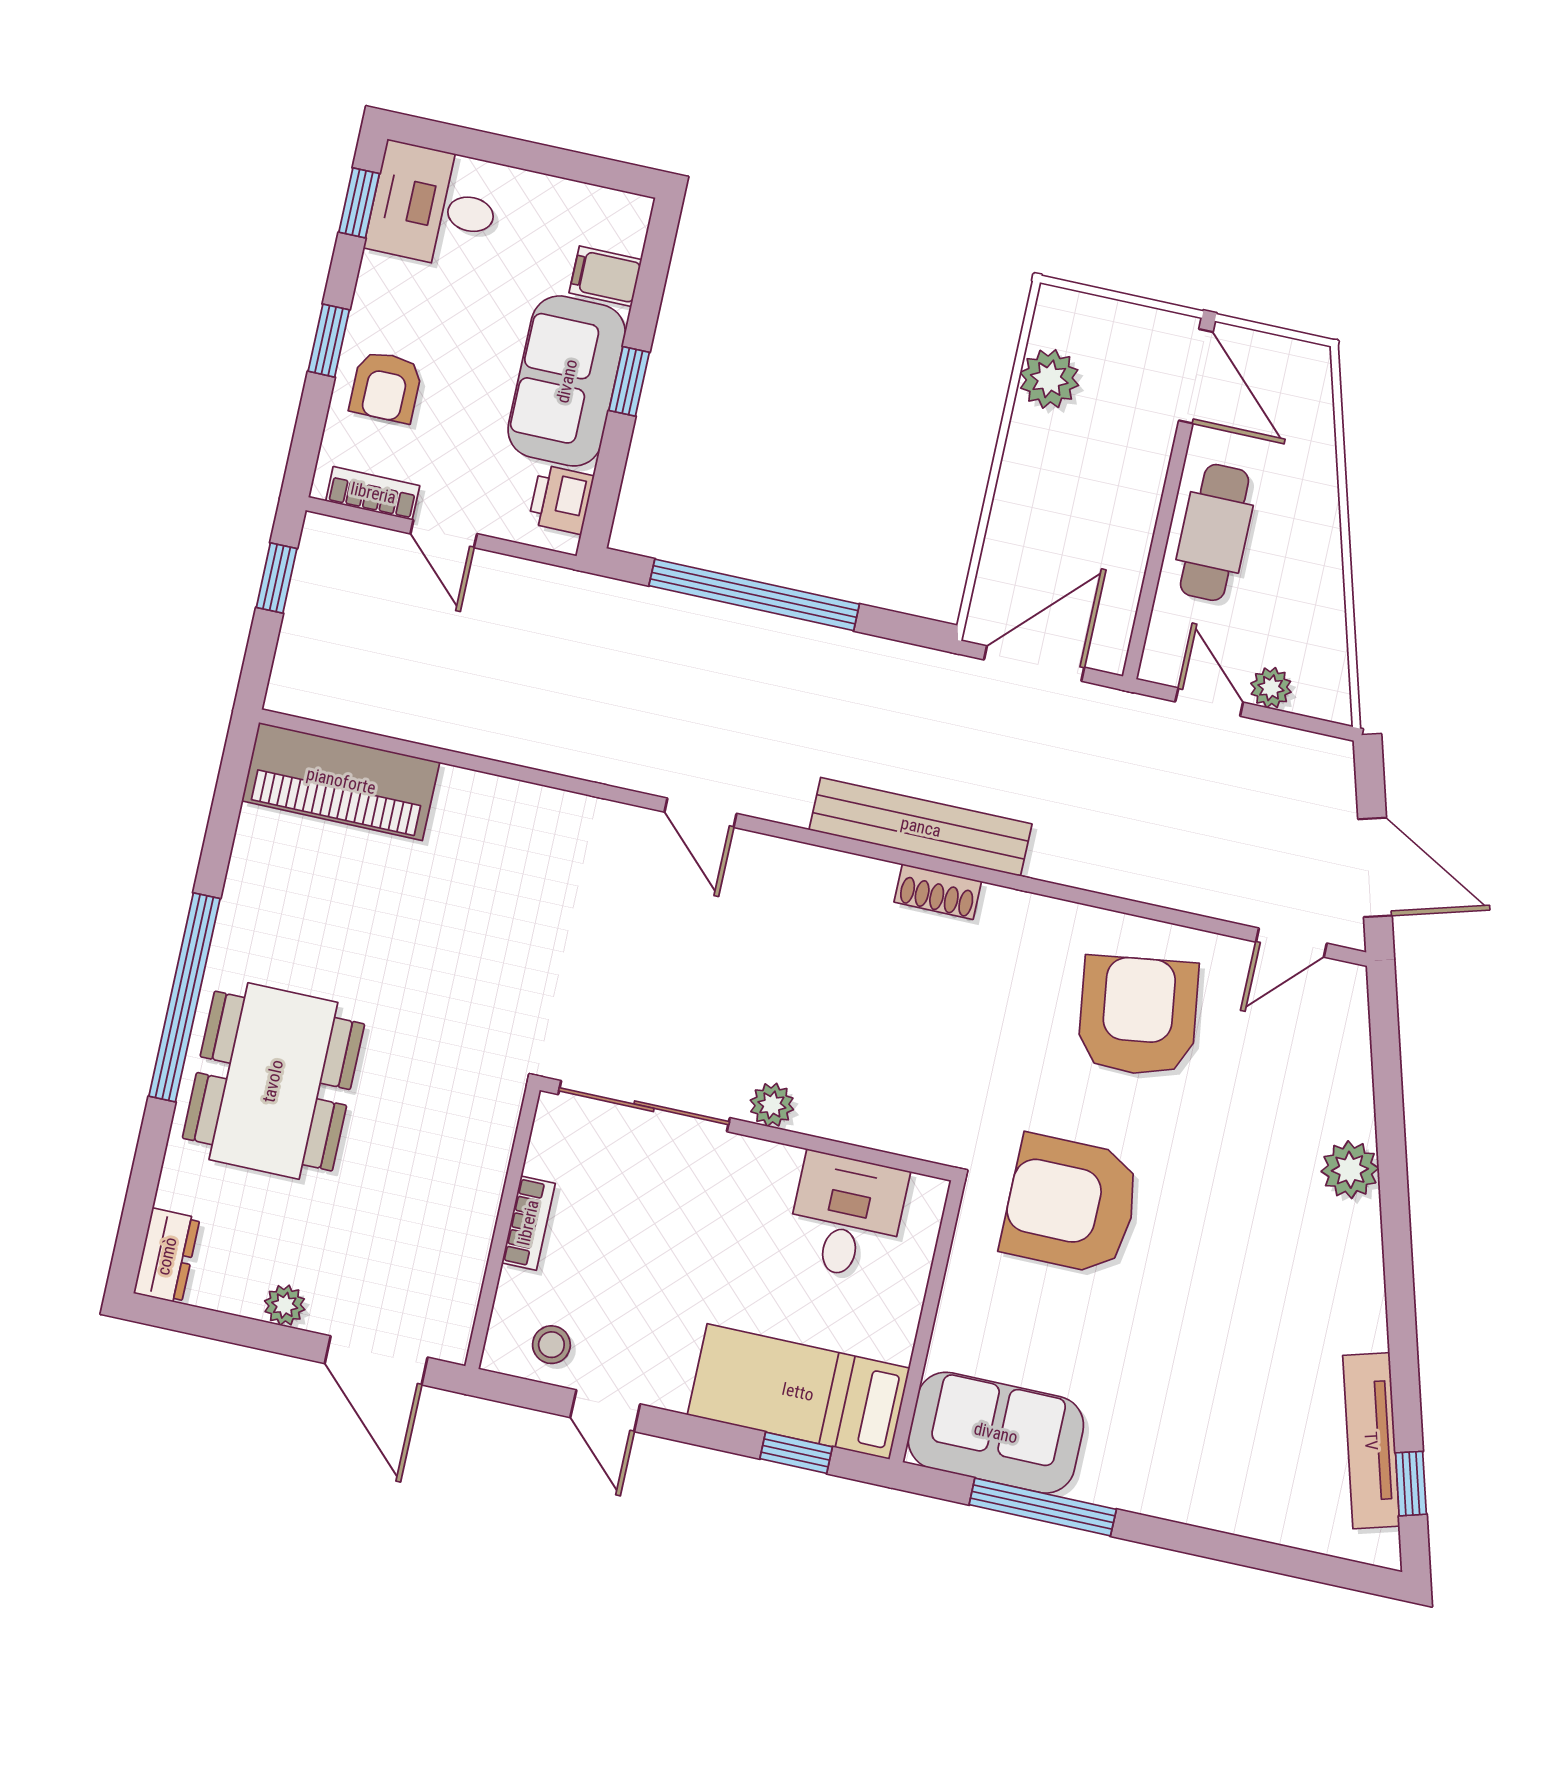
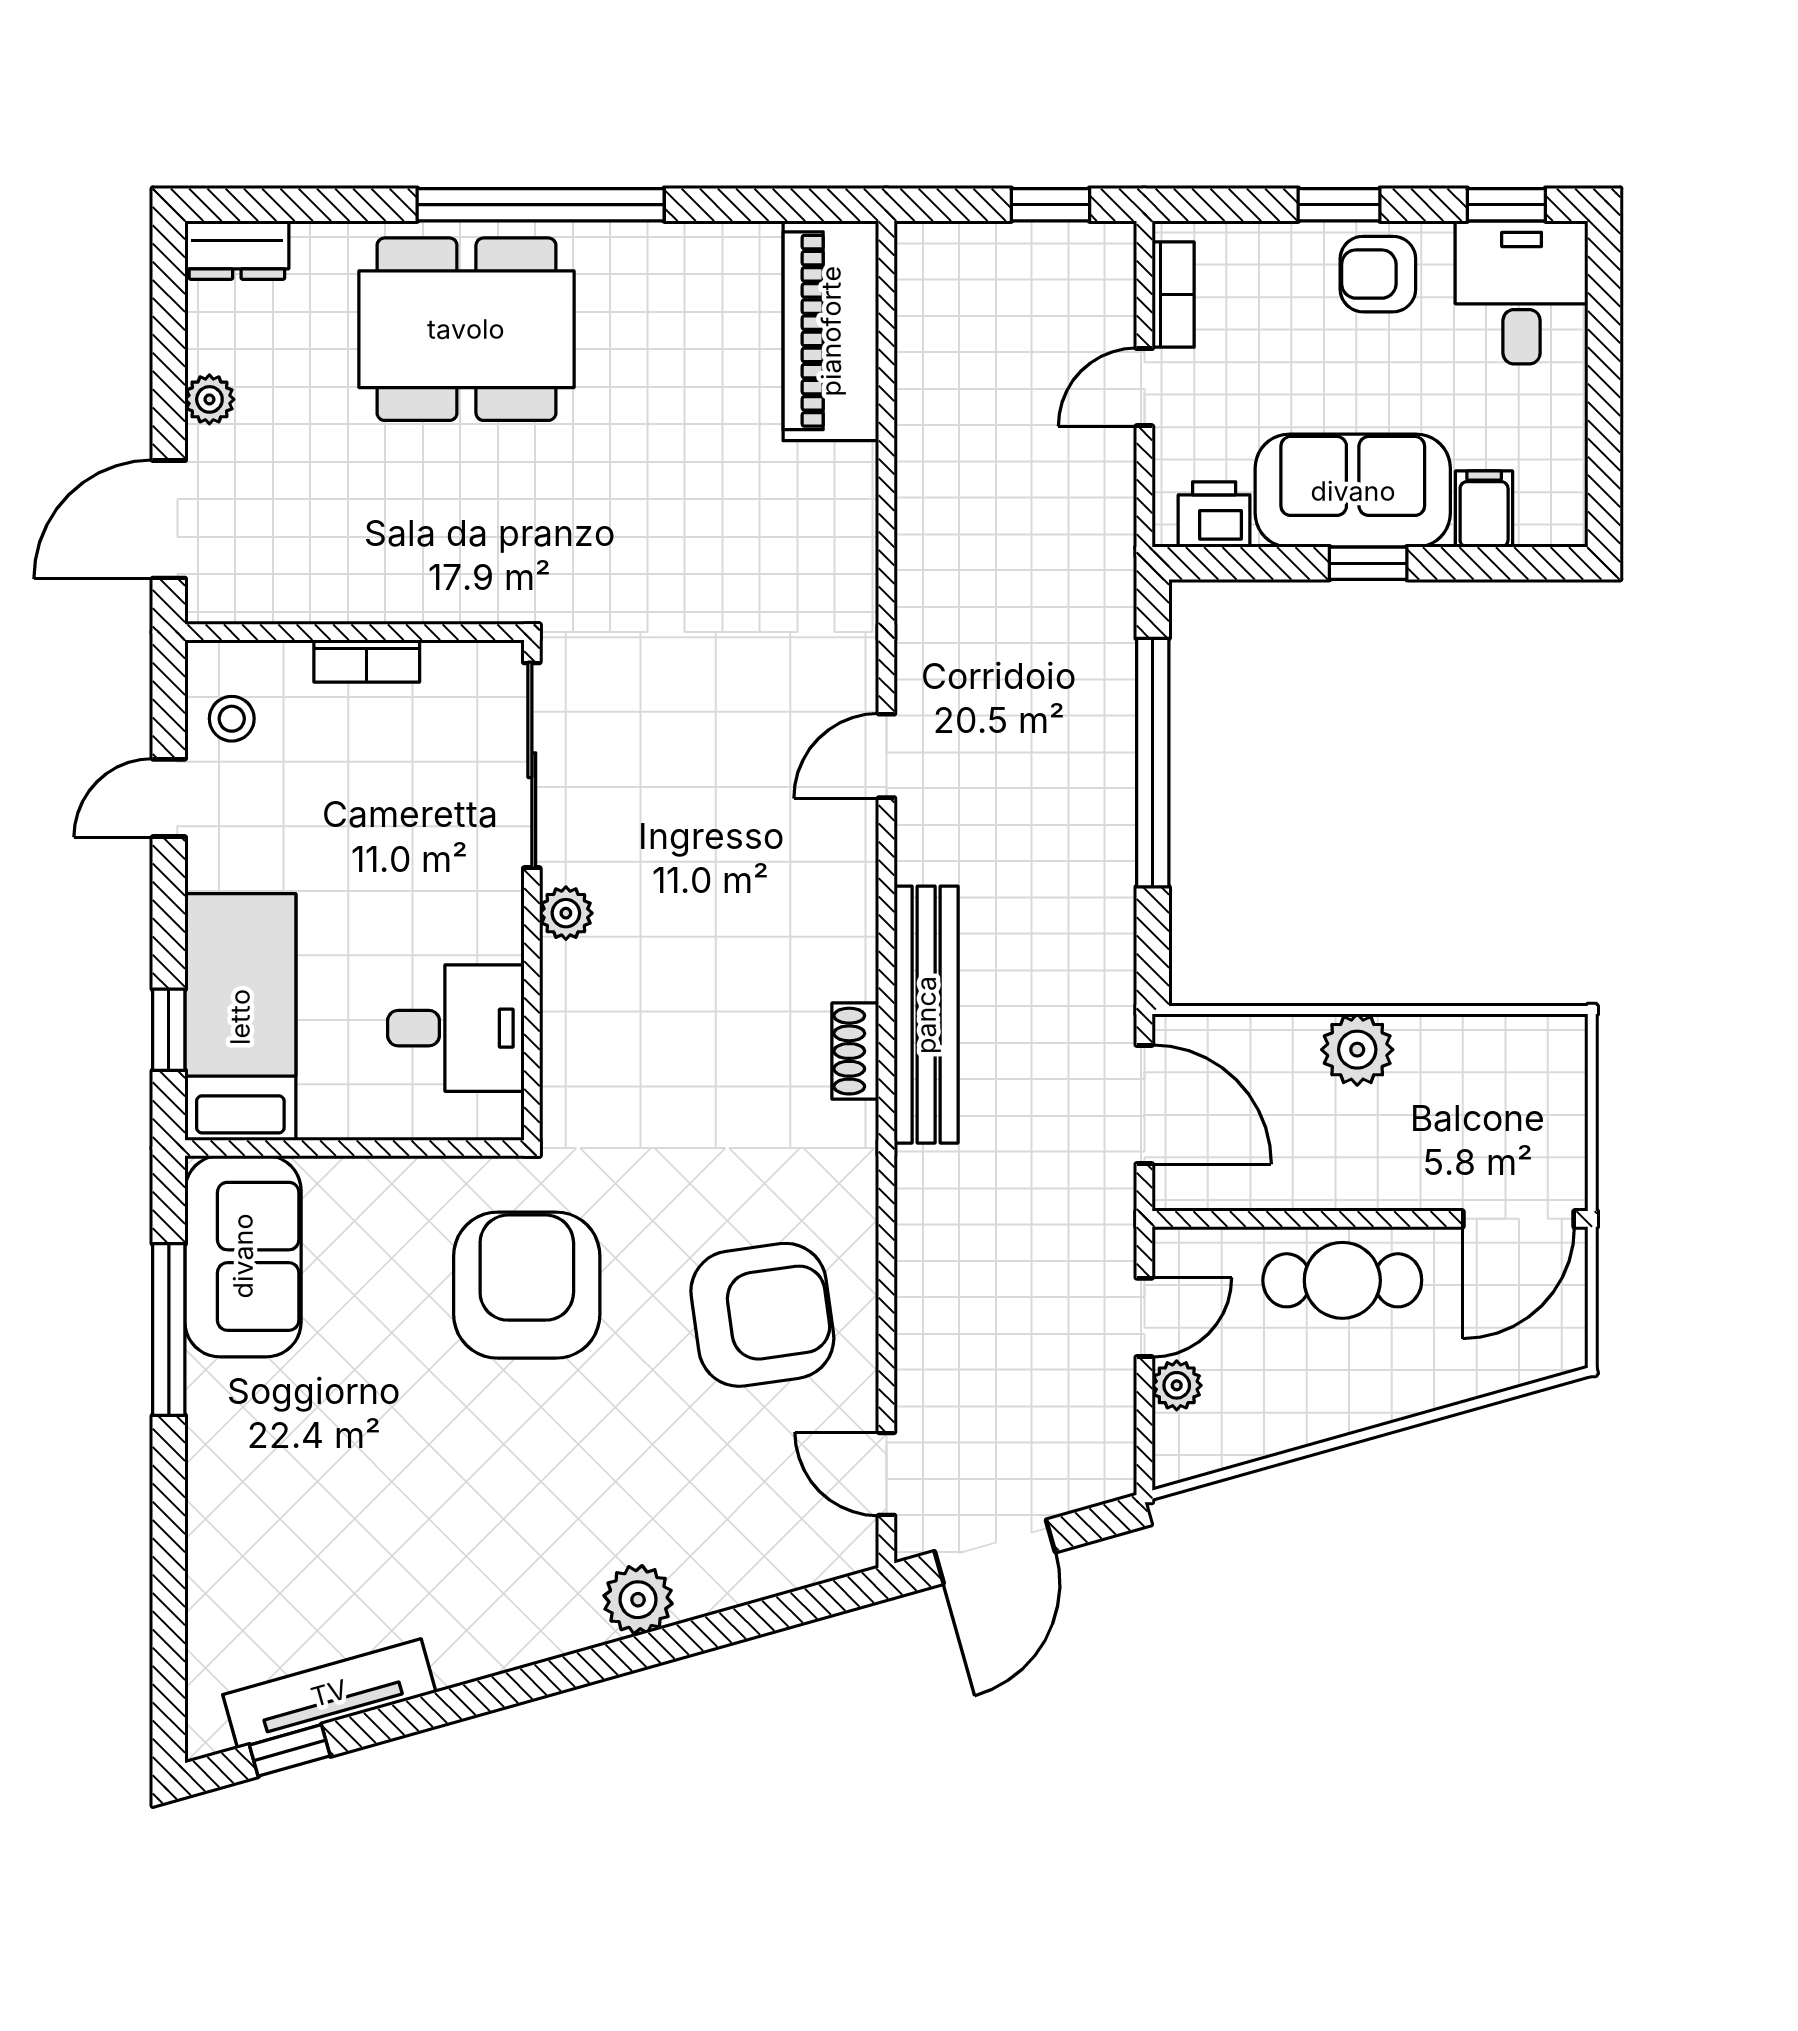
plant: (1049, 379) -> (1357, 1050), moved
armchair: (386, 387) -> (1378, 274), moved

